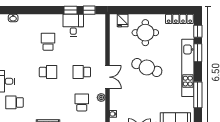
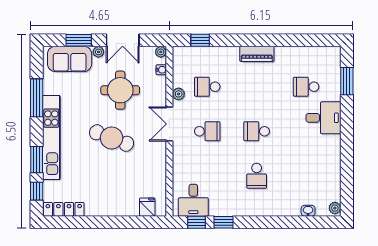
desk: (73, 25) -> (193, 200), moved
round table: (145, 33) -> (120, 90), moved
school desk: (14, 102) -> (306, 87), turned 180
school desk: (82, 102) -> (207, 87), turned 90

